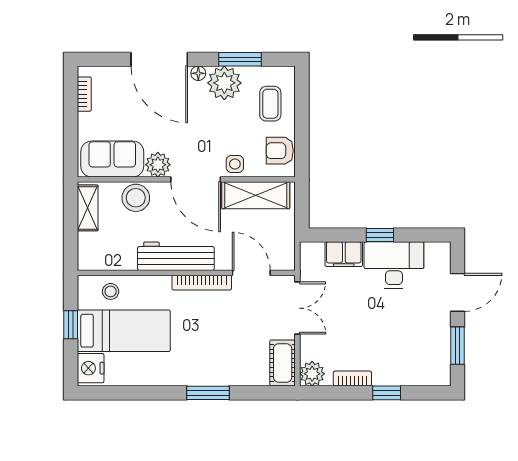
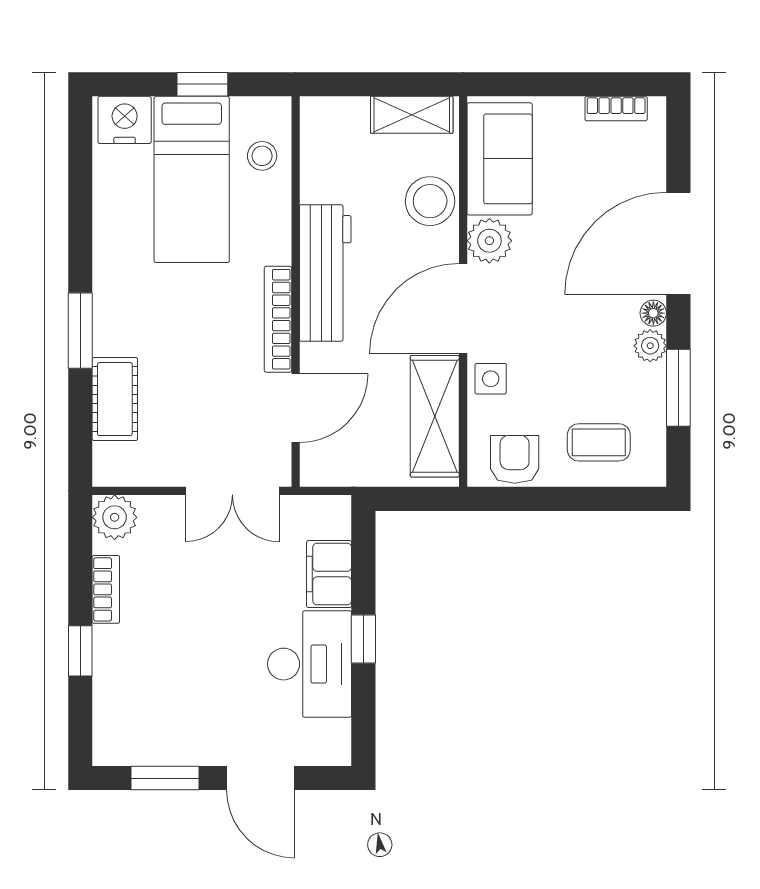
plant: (224, 83) -> (650, 346), width x0.53, depth x0.53
cot: (283, 363) -> (115, 399), moved, turned 90

